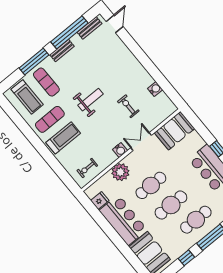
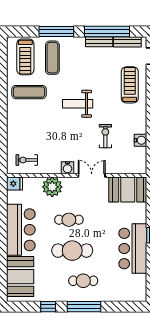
bench: (62, 50) -> (99, 42), moved
weight bench: (90, 100) -> (78, 104), turned 180
treadmill: (63, 138) -> (130, 85), moved, turned -90
cafe table: (151, 185) -> (69, 220), width x0.73, depth x0.74
fridge: (100, 200) -> (15, 184), moved
cafe table: (196, 220) -> (83, 281), width x0.73, depth x0.74

